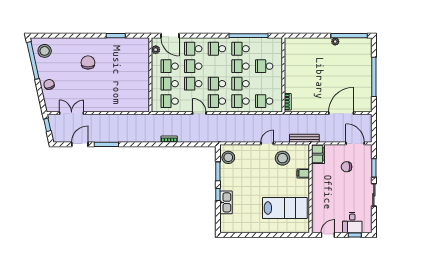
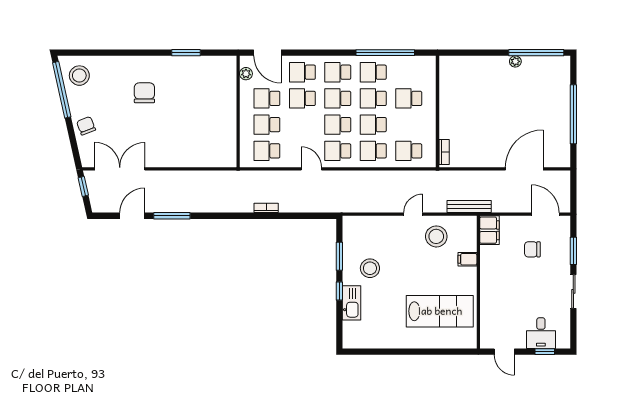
school desk: (193, 84) -> (338, 98), moved
double door: (72, 113) -> (120, 169), width x1.37
stool: (228, 157) -> (370, 268), moved
door: (328, 235) -> (504, 352), swing flipped

